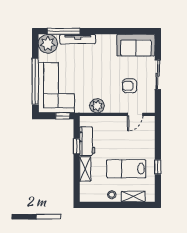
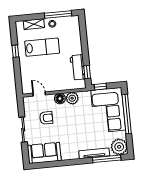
floor lamp: (111, 107) -> (60, 99), added
door: (135, 114) -> (39, 94), hinge flipped
window: (77, 146) -> (87, 72), moved
shelving: (85, 169) -> (77, 43), removed
window: (104, 205) -> (58, 15), added

